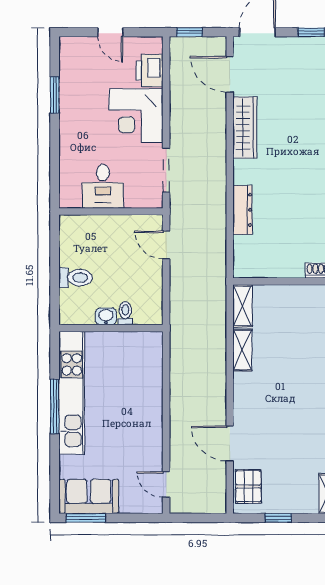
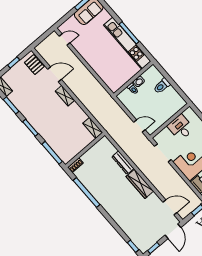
wardrobe: (245, 127) -> (140, 184), moved
shelving: (242, 350) -> (65, 96), moved

